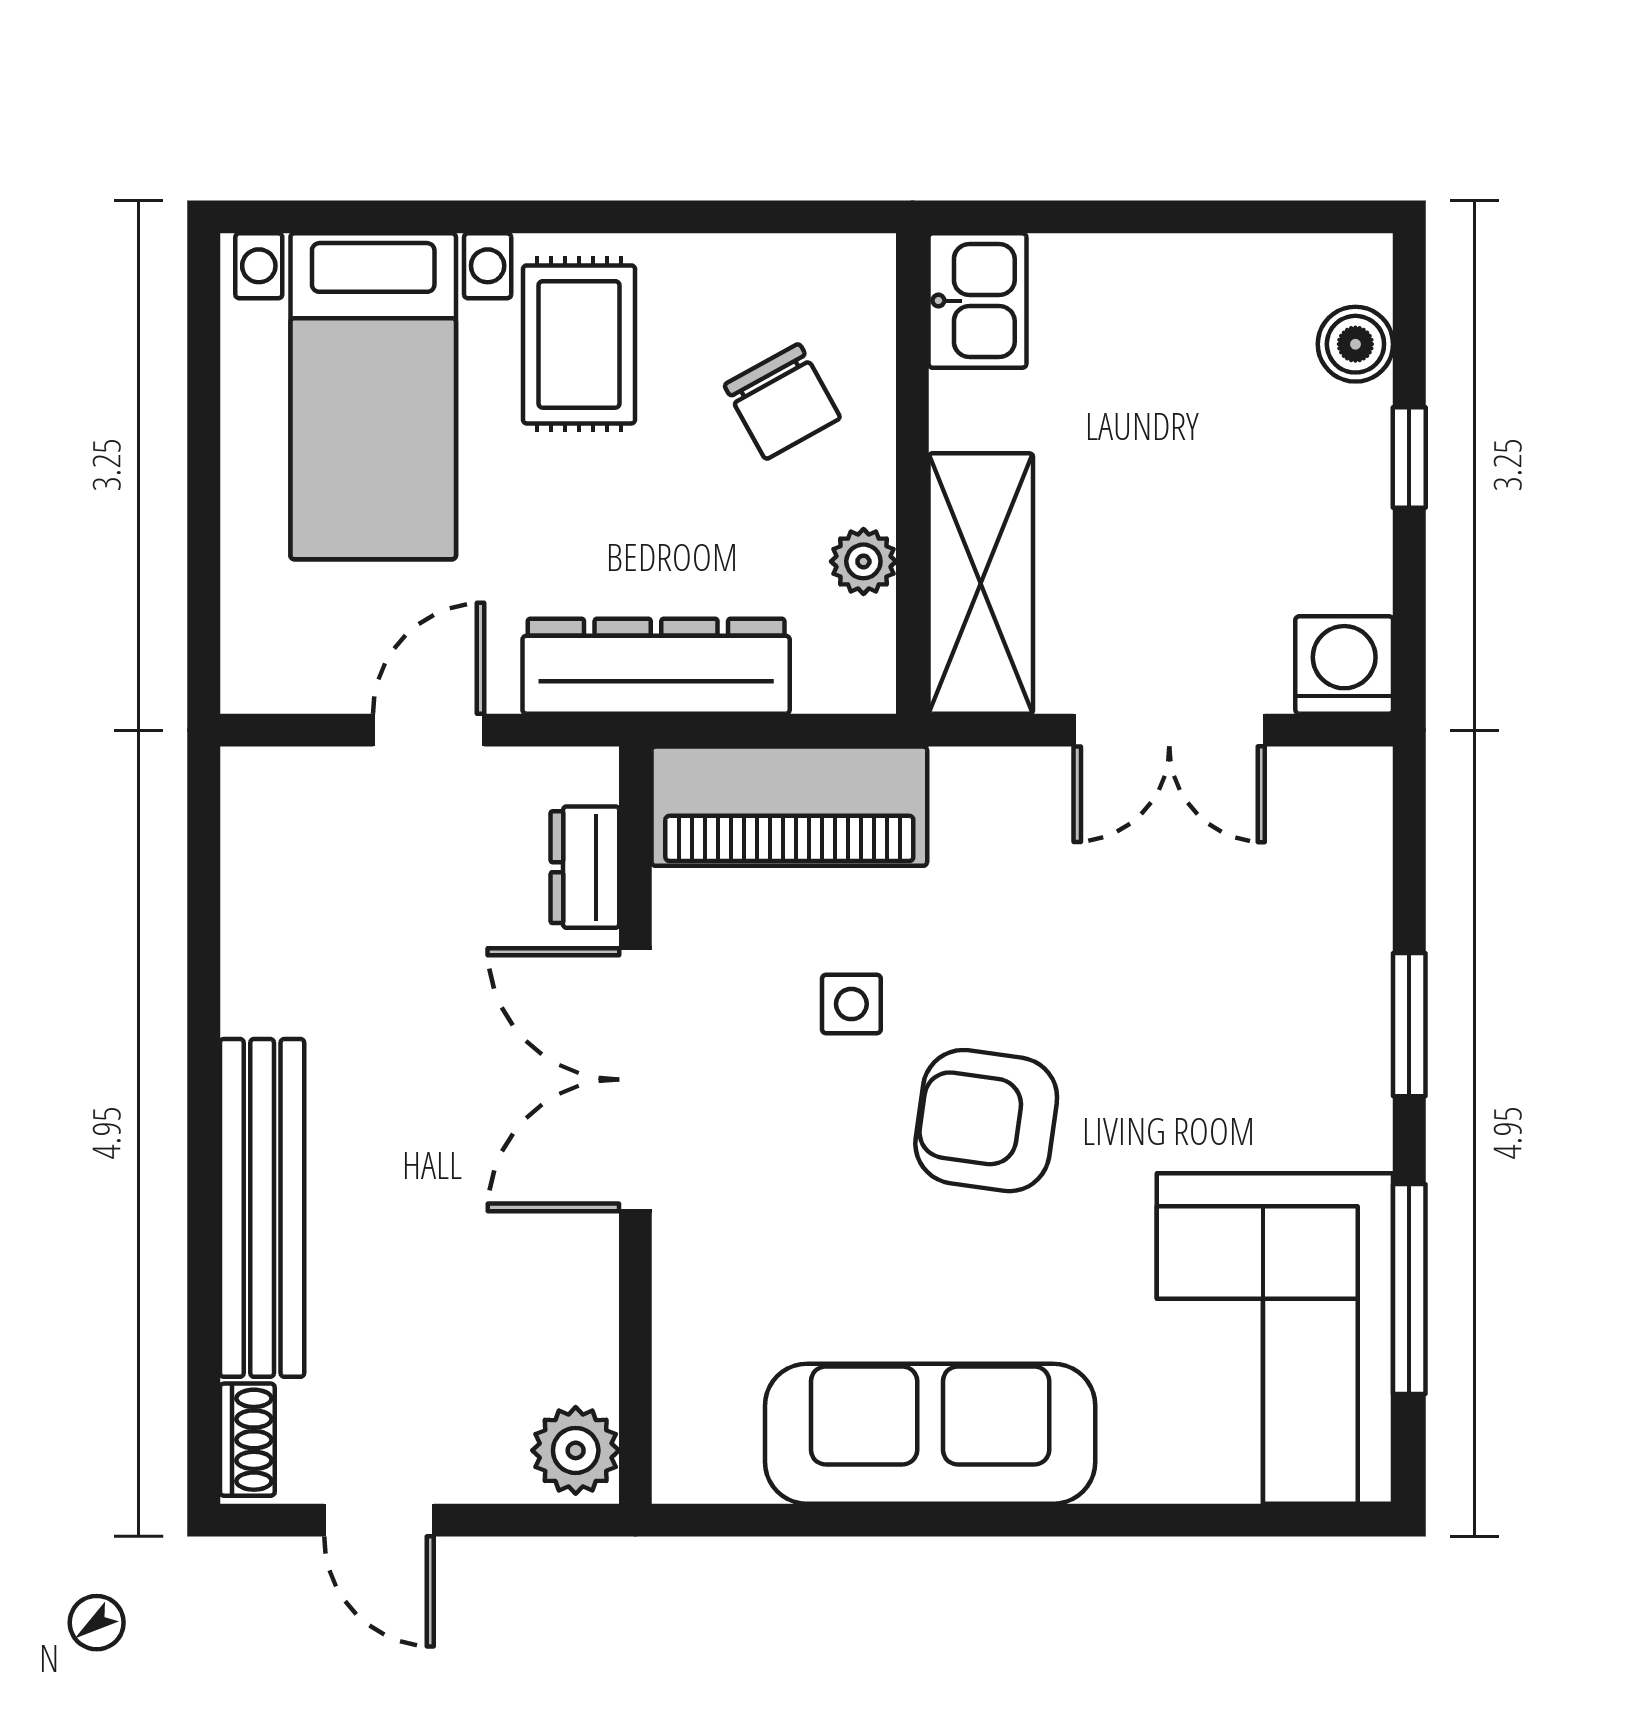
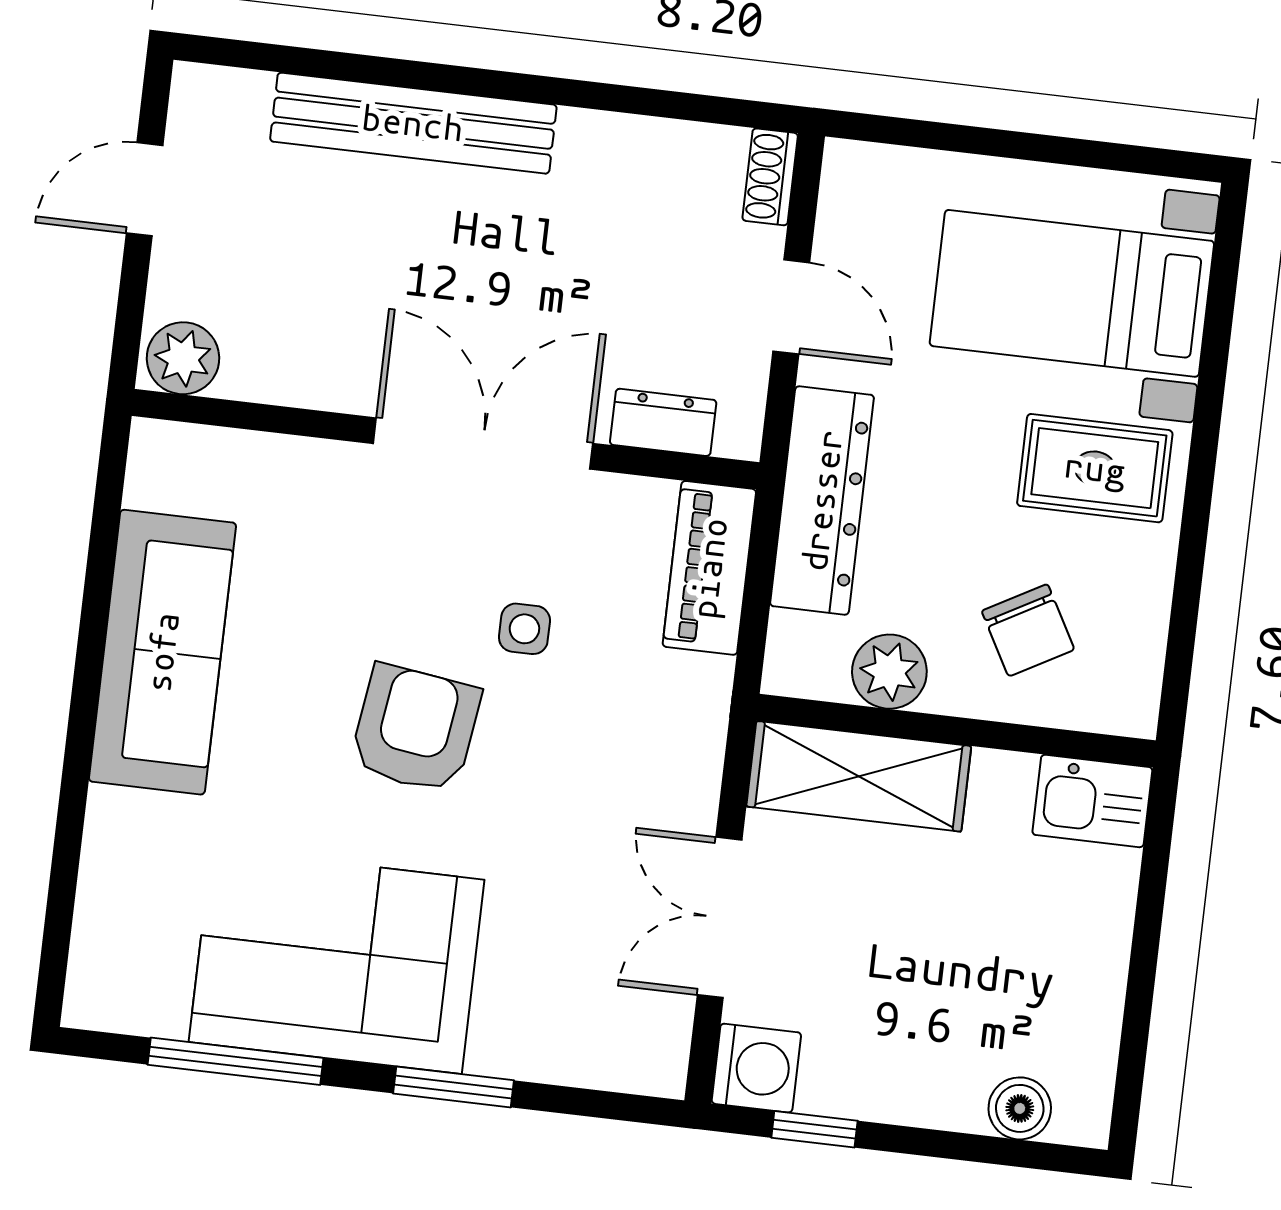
chair: (782, 401) -> (1028, 630), turned -90
window: (1409, 458) -> (814, 1129), moved
plant: (863, 561) -> (889, 672), width x1.38, depth x1.38
piano: (789, 806) -> (709, 568), width x0.73, depth x0.75
corner sofa: (1275, 1338) -> (337, 961), moved
shoe rack: (247, 1440) -> (770, 177), moved, turned 90

